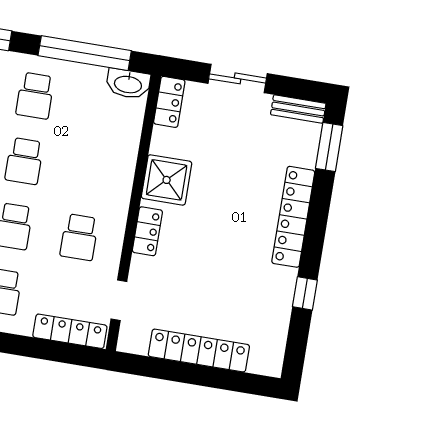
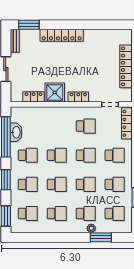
washbasin: (128, 84) -> (16, 132), moved
locker: (169, 102) -> (34, 97), moved
window: (305, 293) -> (94, 25), removed

